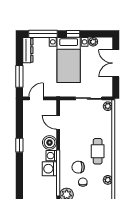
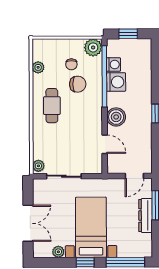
dresser: (28, 50) -> (146, 215), moved
washing machine: (51, 156) -> (114, 64), moved

